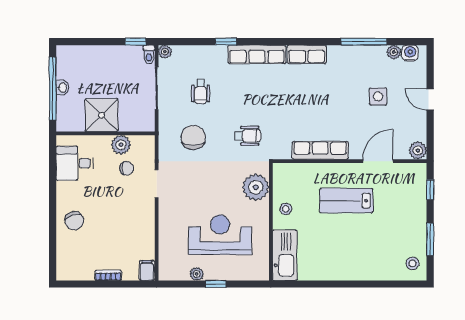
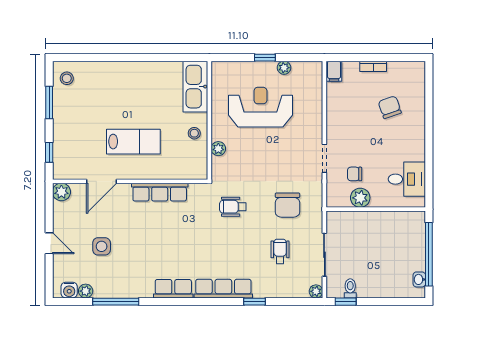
toilet: (149, 55) -> (350, 288), moved
washbasin: (62, 87) -> (419, 279), moved
shower: (102, 115) -> (380, 228), removed
plant: (256, 187) -> (218, 149), width x0.53, depth x0.53
chair: (74, 221) -> (390, 107), moved
reception desk: (220, 235) -> (260, 107), turned 180

